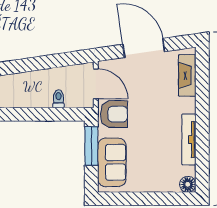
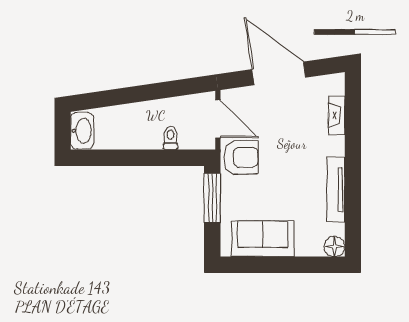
fireplace: (187, 75) -> (336, 115), width x0.73, depth x0.76
sofa: (112, 162) -> (263, 239), moved, turned -90

